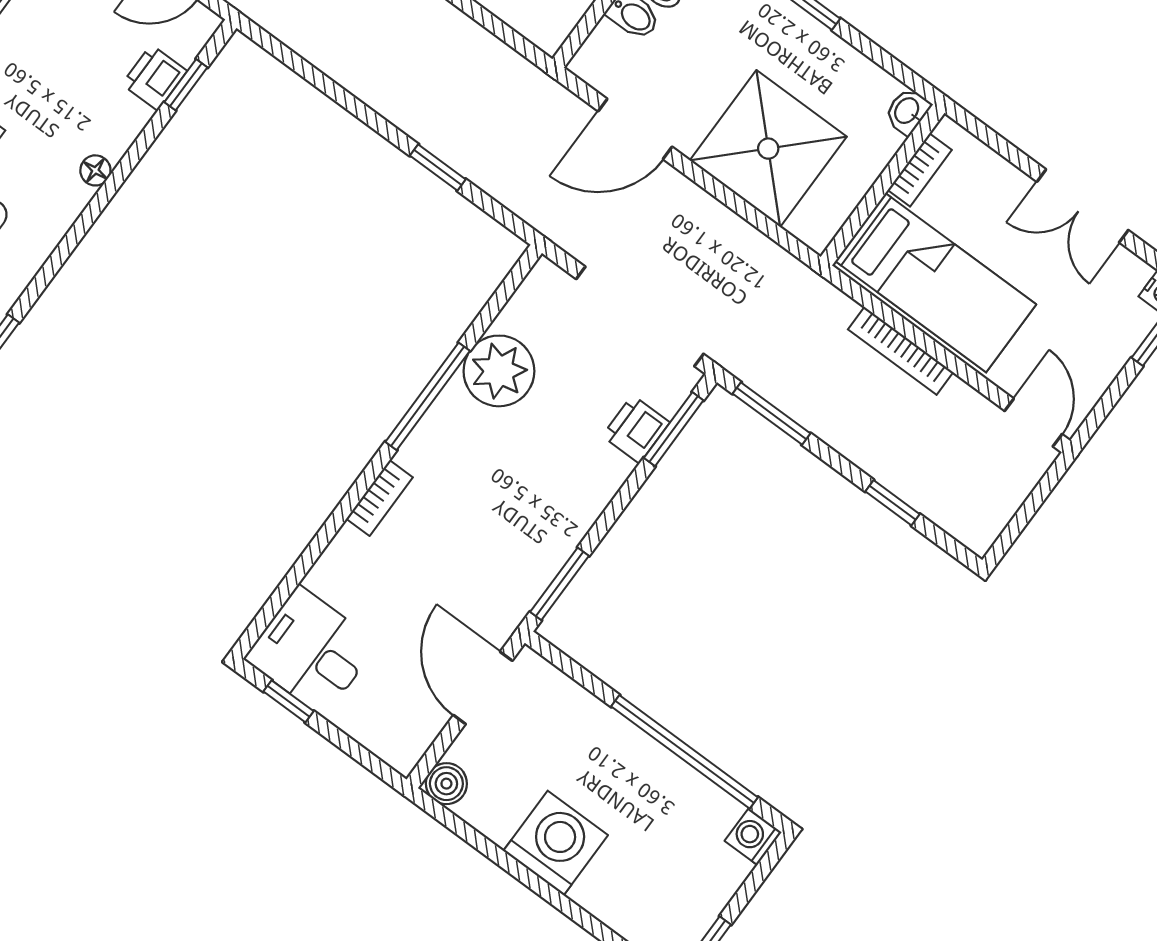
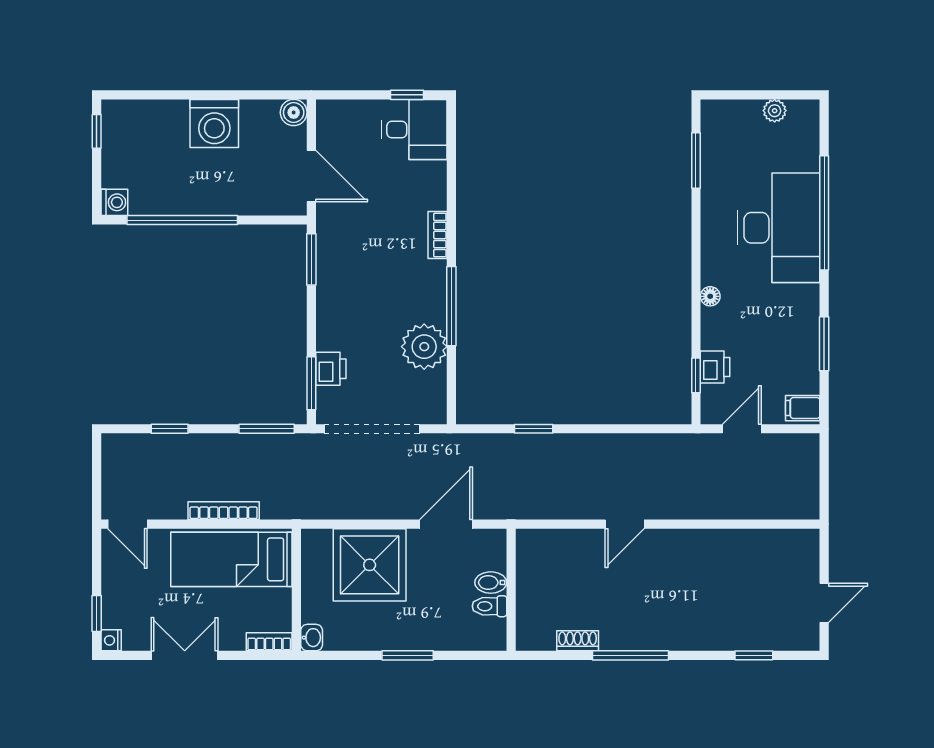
bookcase: (920, 170) -> (269, 642), moved, turned 90

